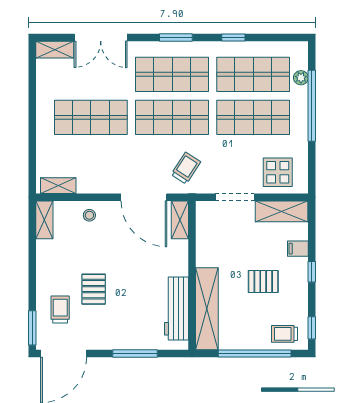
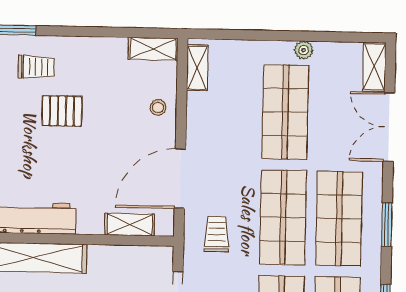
plant: (43, 104) -> (304, 50), added
trolley: (186, 168) -> (217, 234), turned -123
shelving: (180, 220) -> (130, 225), moved

